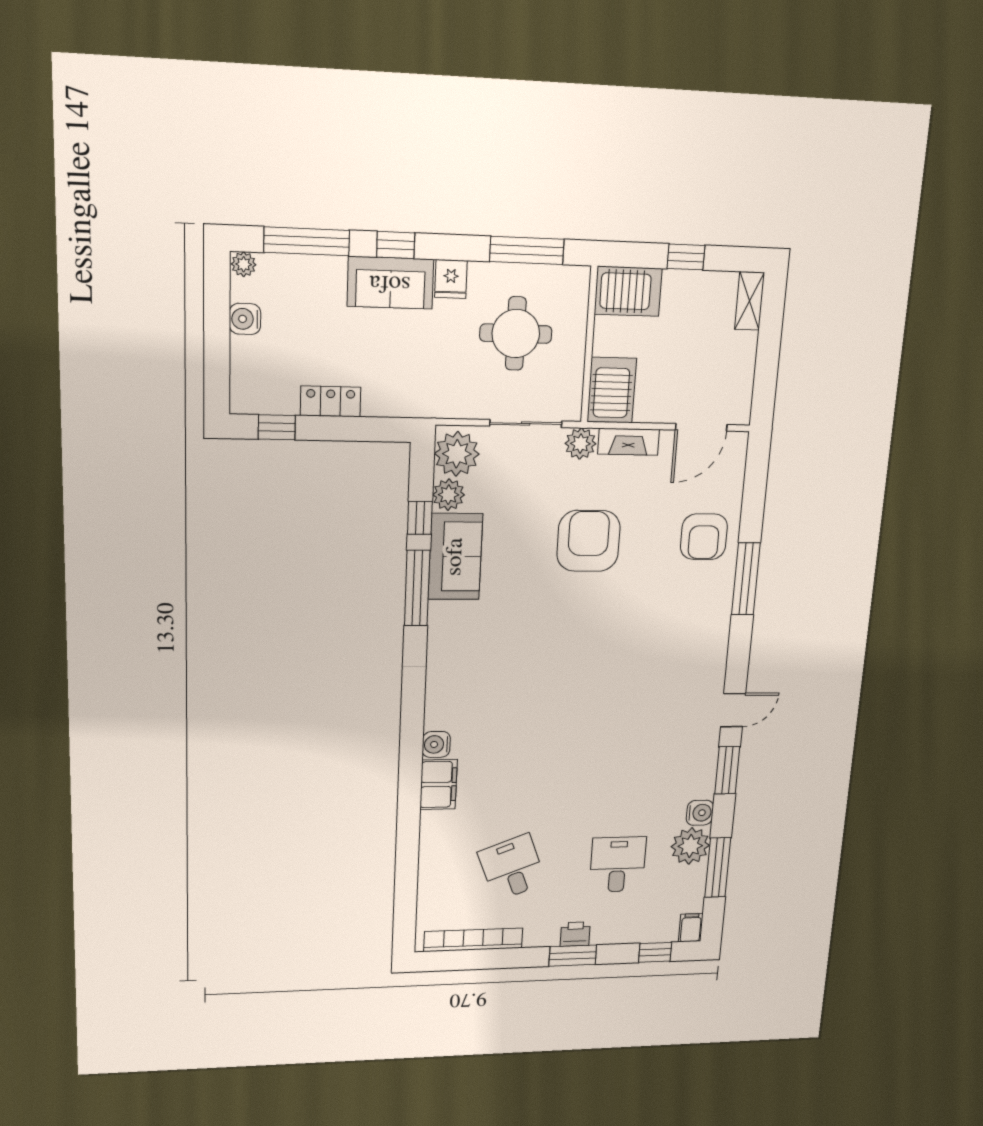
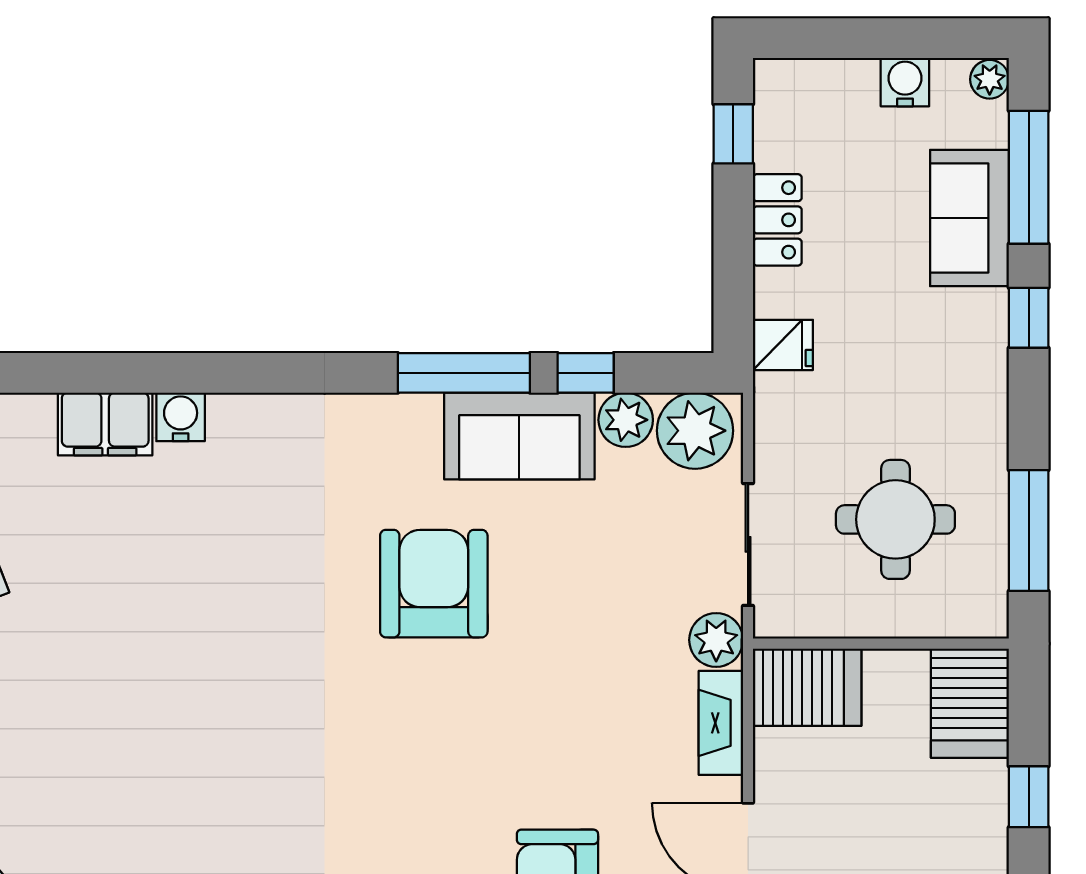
fridge: (451, 279) -> (783, 345), moved, turned 180
sofa: (390, 283) -> (970, 218), moved
armchair: (588, 541) -> (434, 584), moved, turned -90

